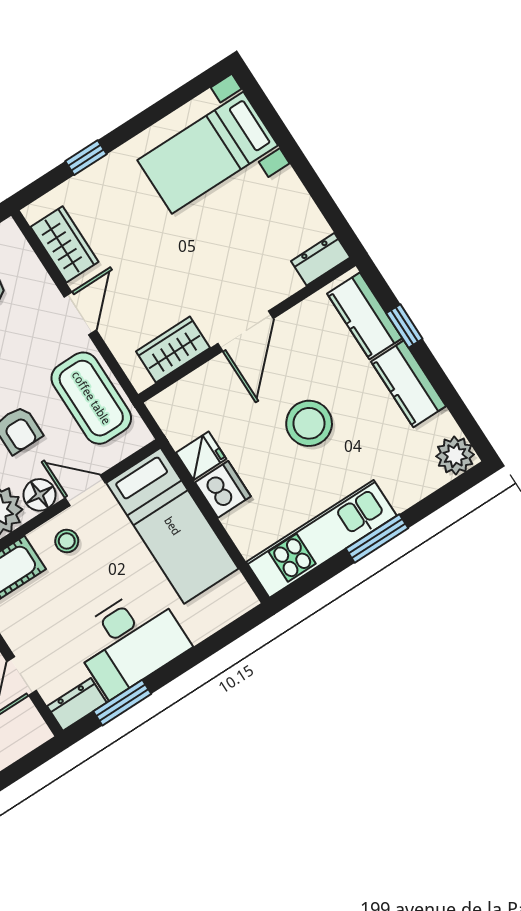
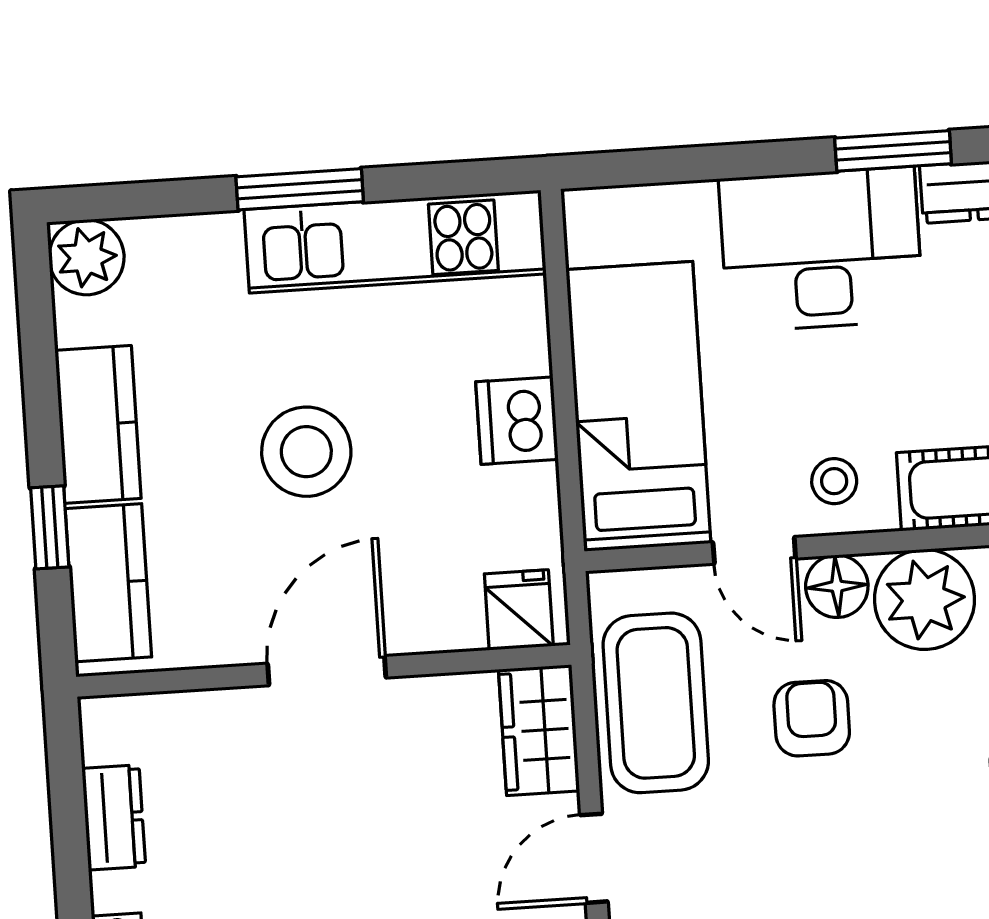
dresser: (321, 259) -> (114, 817), moved, turned -90
wardrobe: (173, 350) -> (539, 730), moved, turned 90
fridge: (201, 456) -> (519, 610), moved, turned 90

